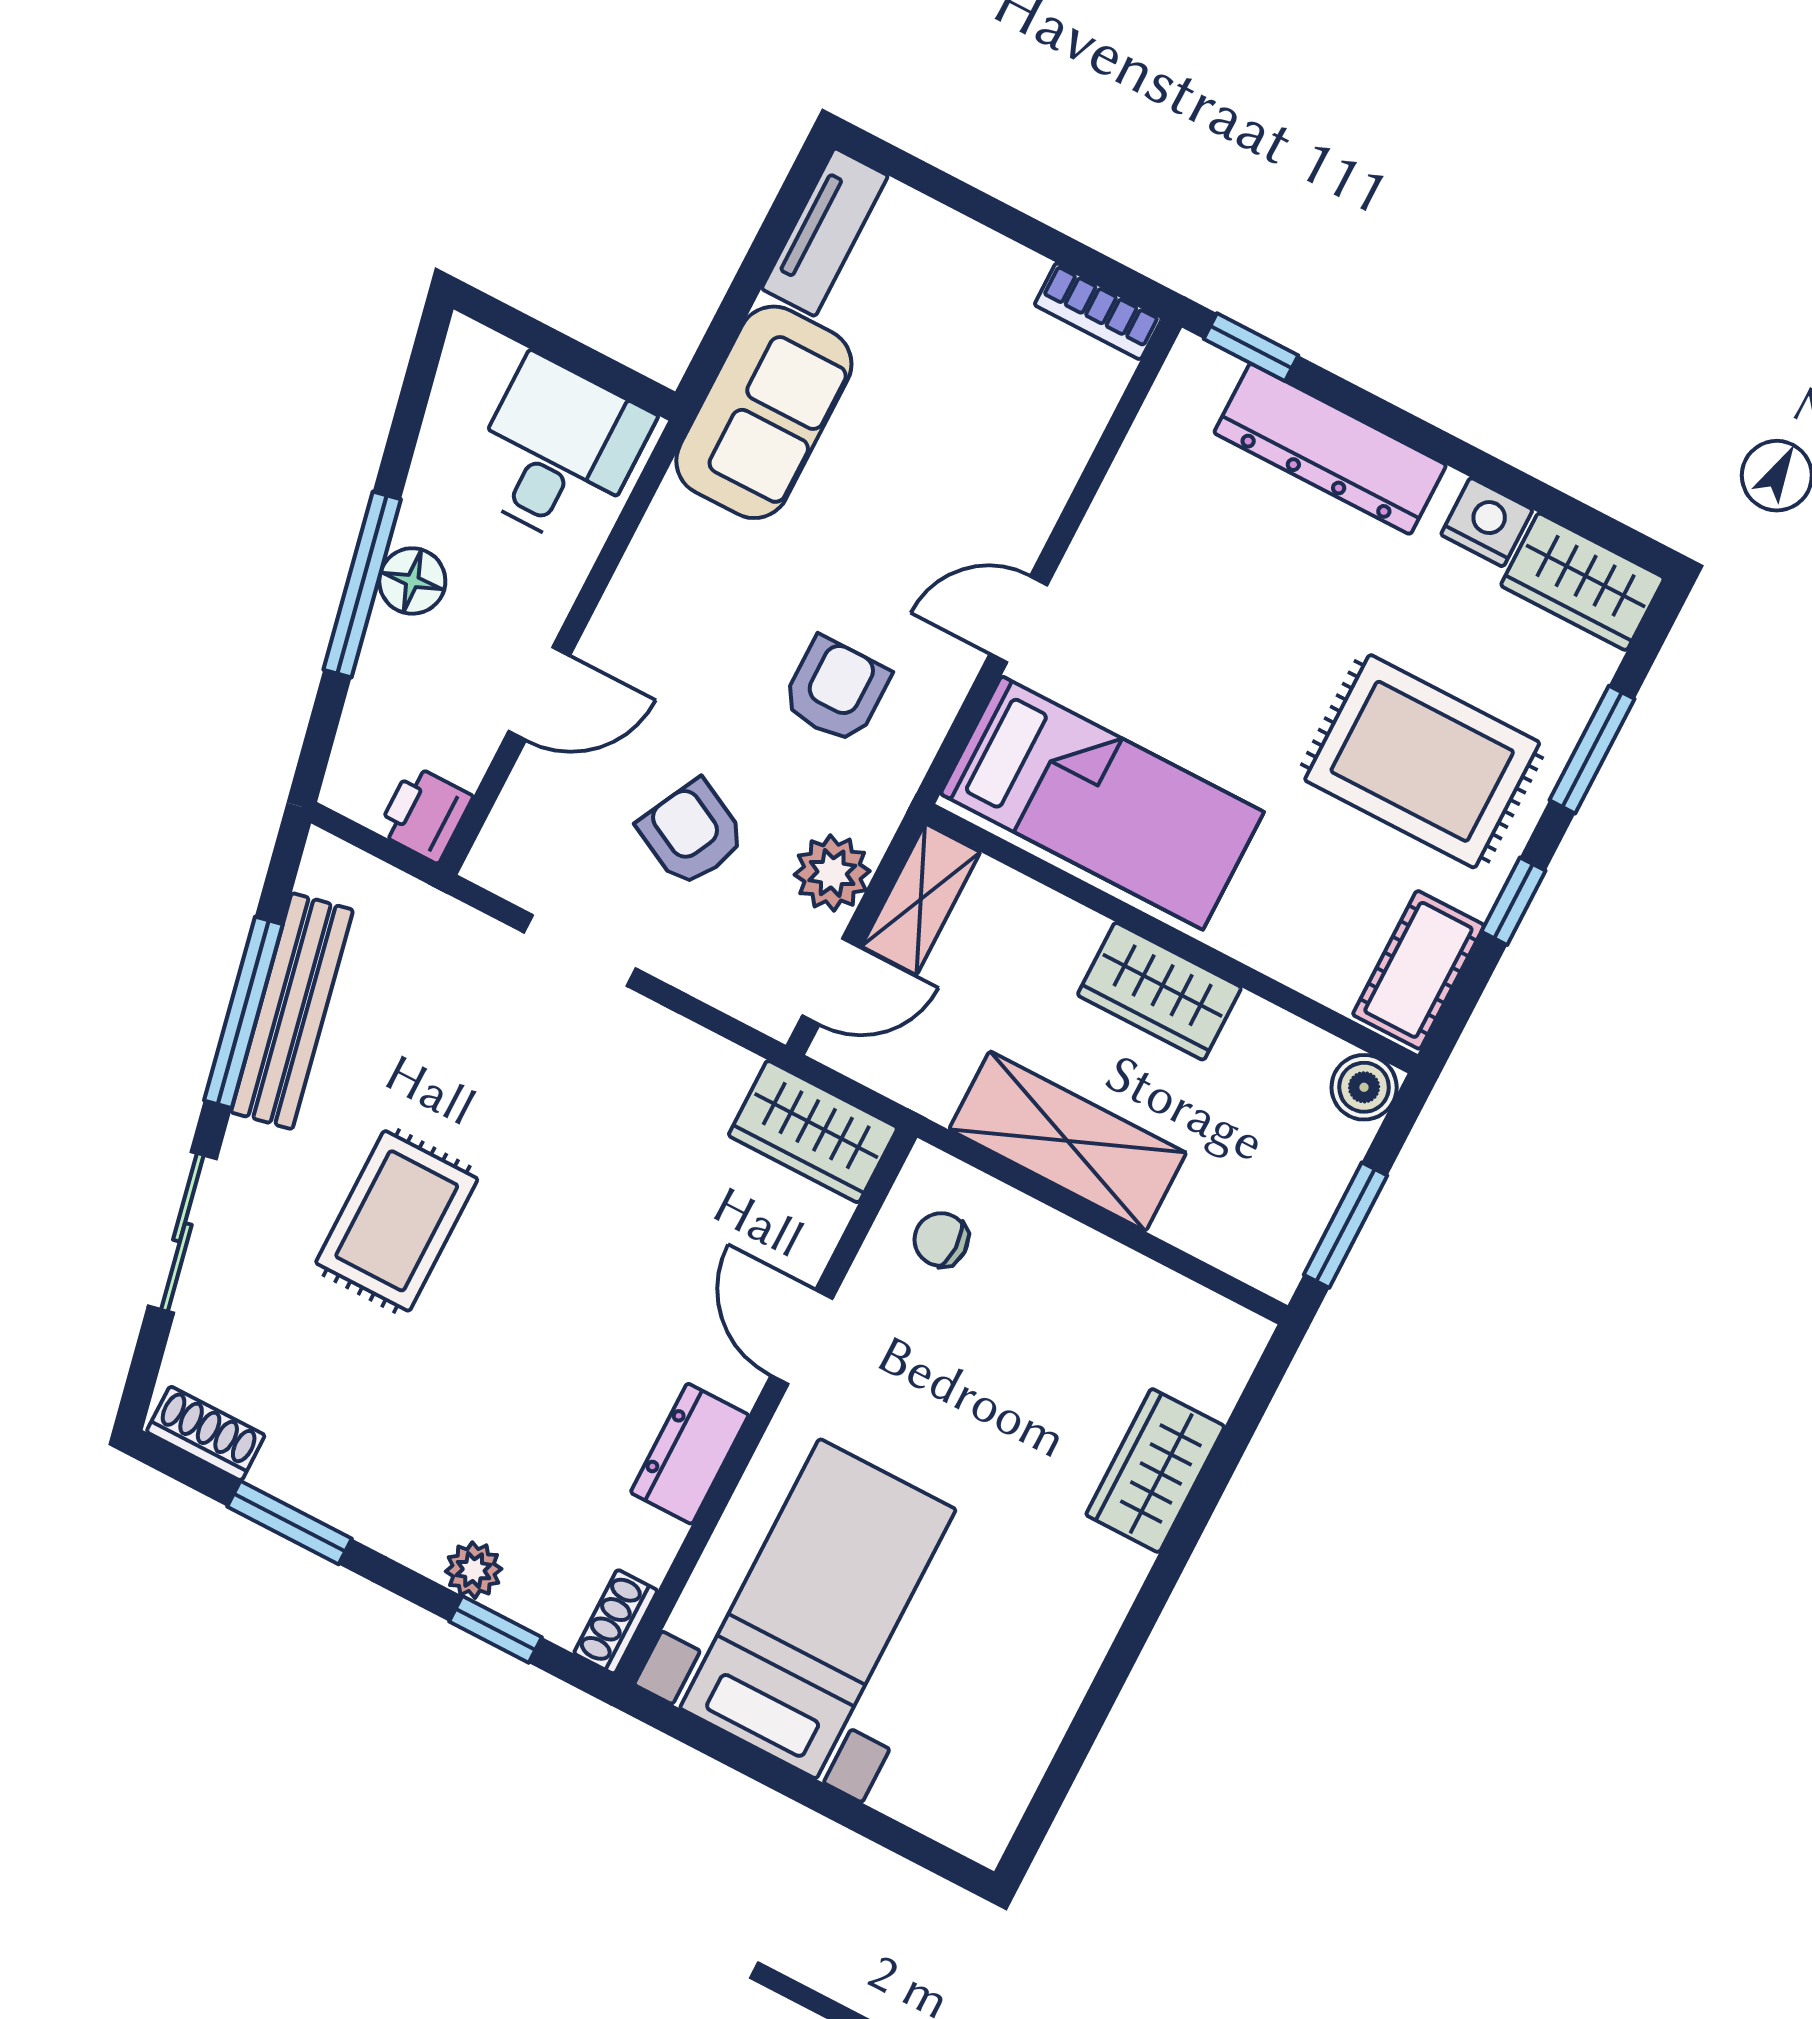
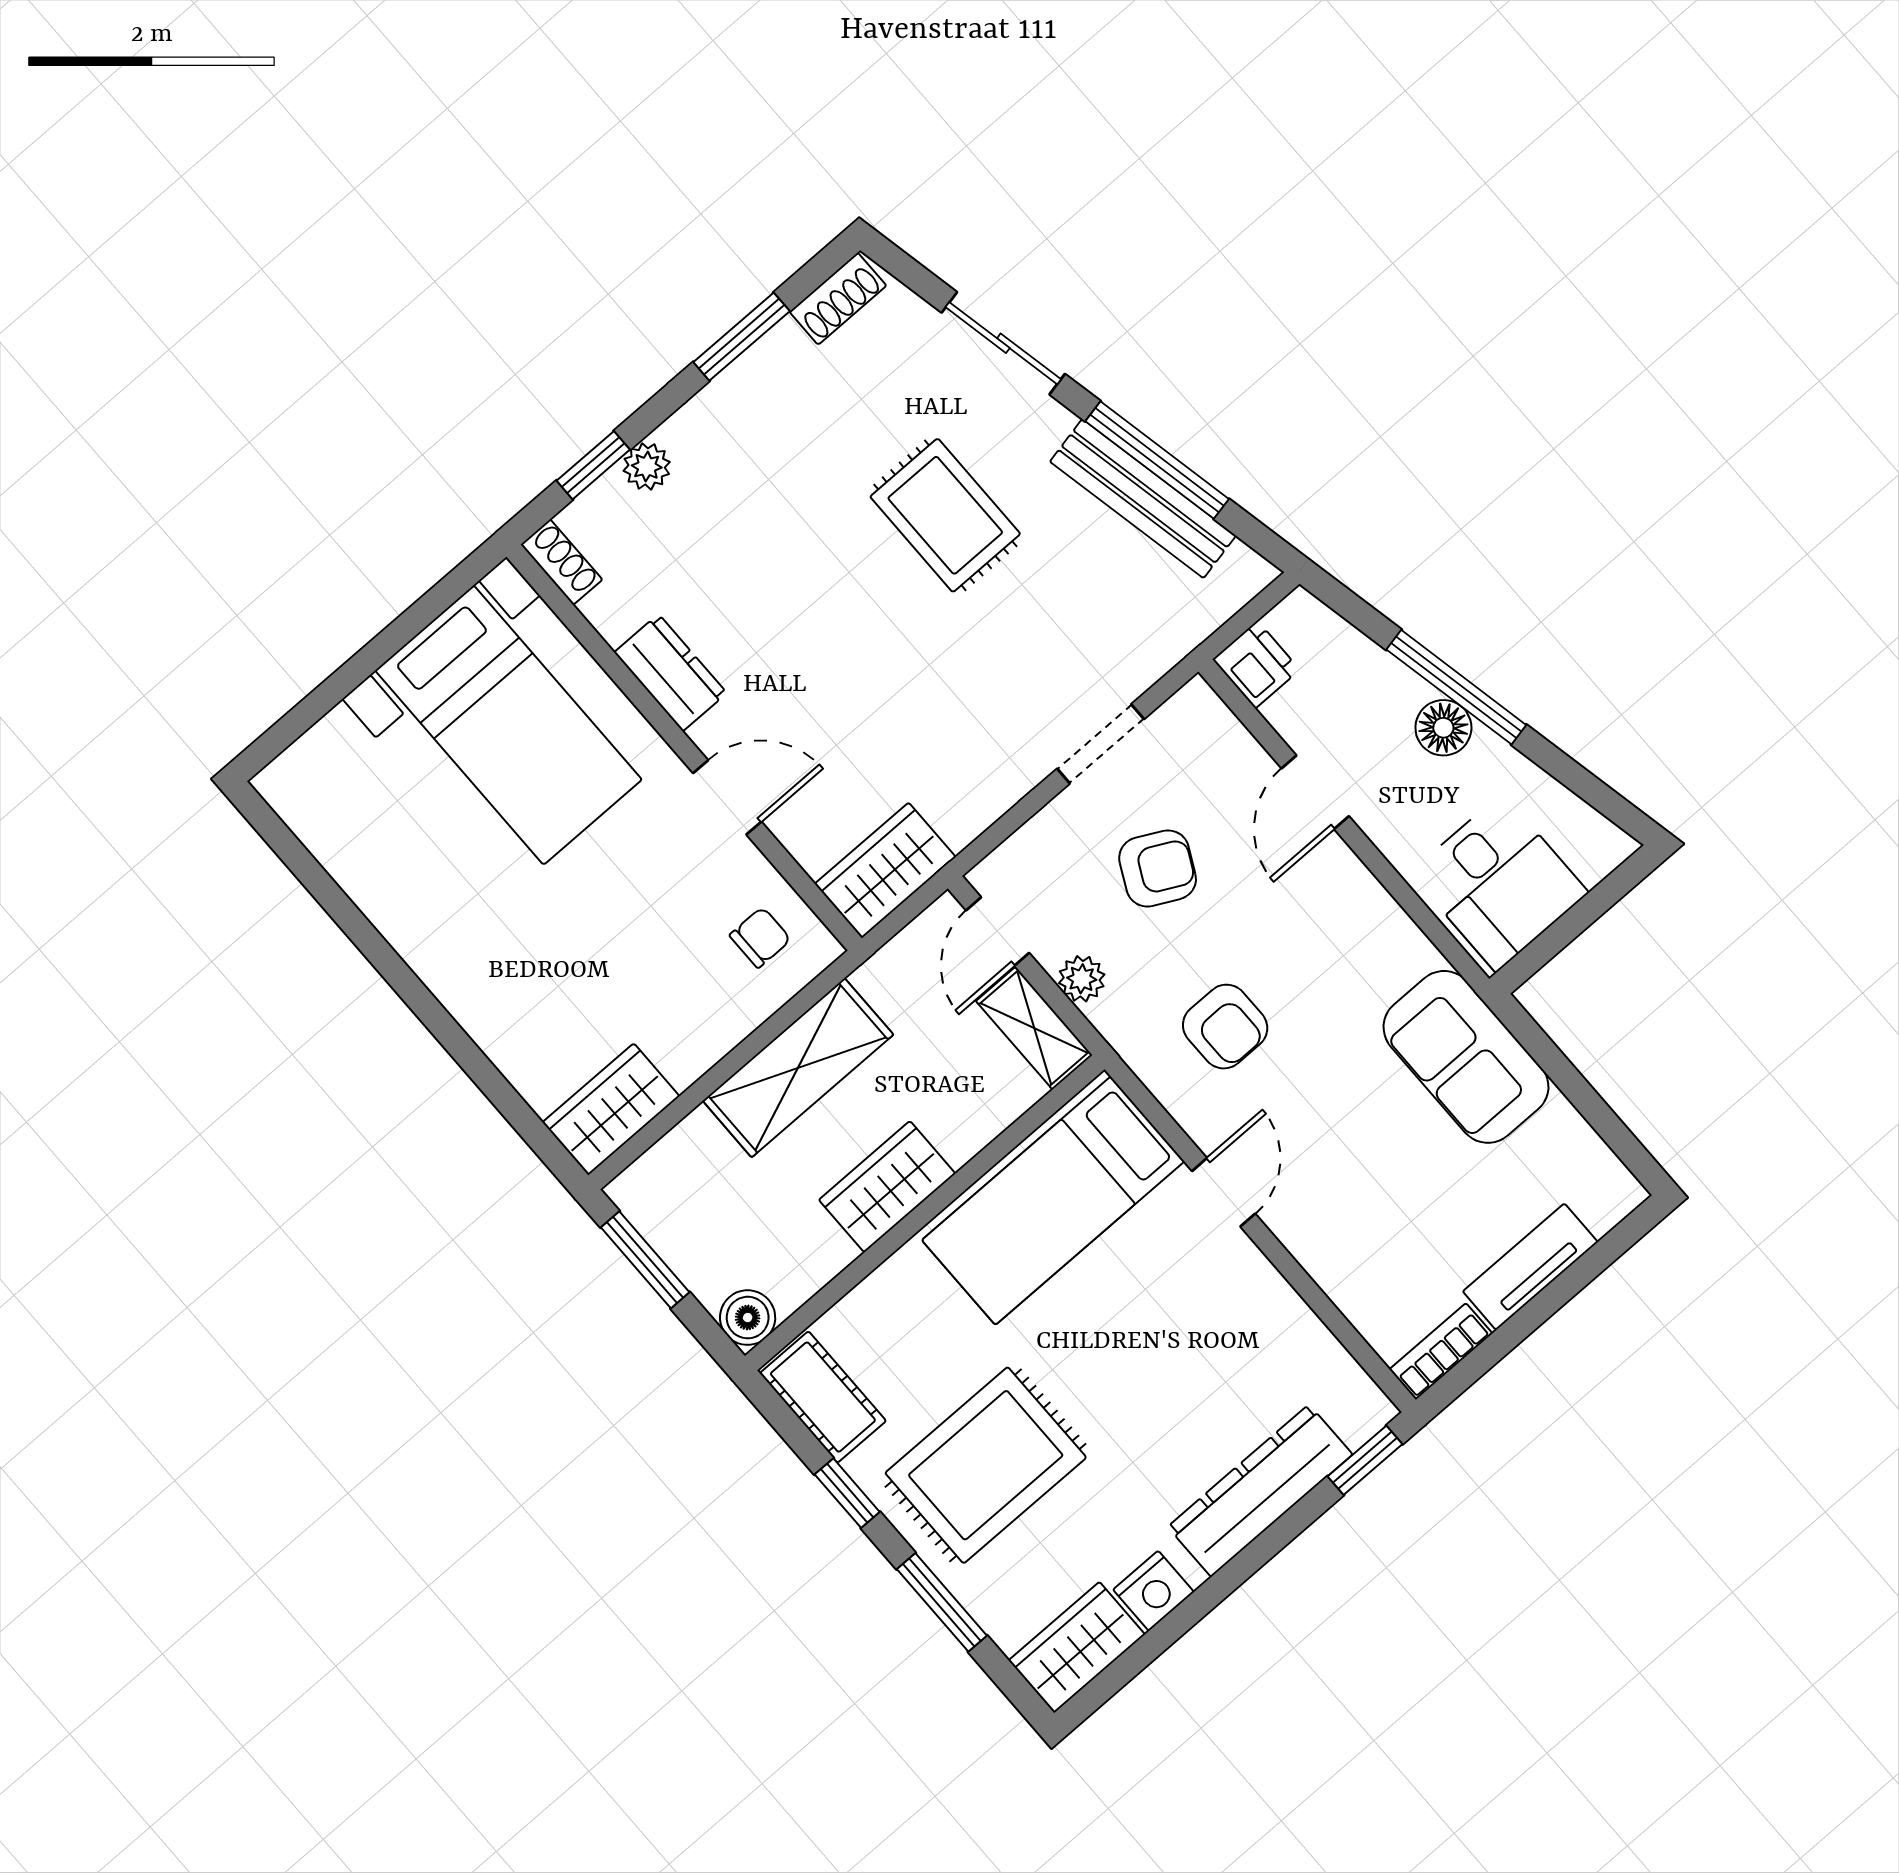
tv unit: (825, 232) -> (1530, 1267), moved, turned 90
plant: (832, 873) -> (1082, 979), width x0.73, depth x0.73
wardrobe: (1155, 1471) -> (611, 1109), moved, turned -90

